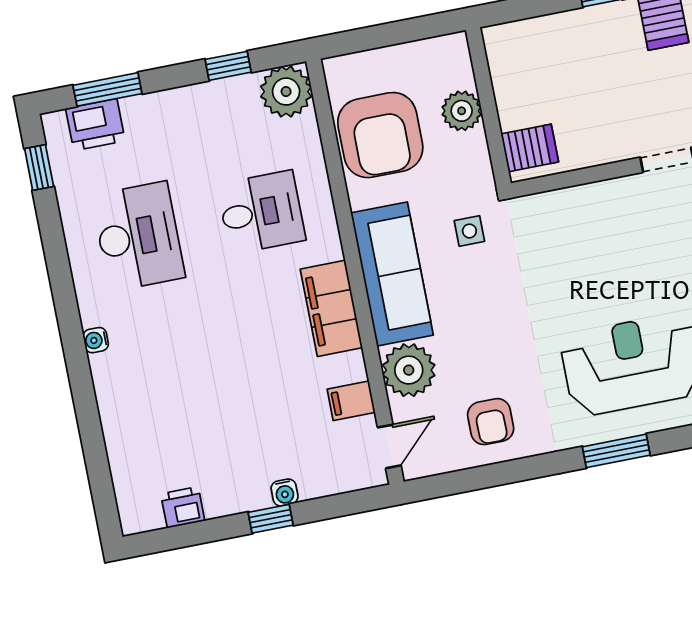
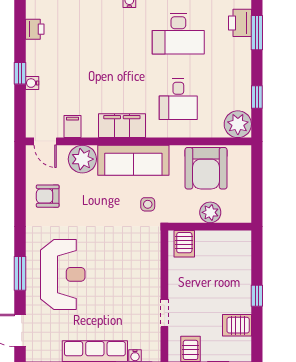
armchair: (380, 135) -> (206, 168), turned -90
window: (616, 451) -> (20, 273), moved

